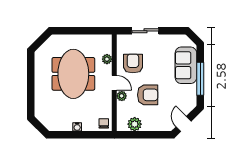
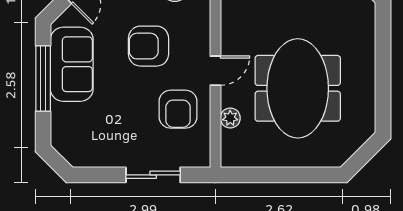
sofa: (186, 65) -> (72, 64), moved
door: (114, 83) -> (215, 71), swing flipped
plant: (122, 96) -> (201, 44), removed

